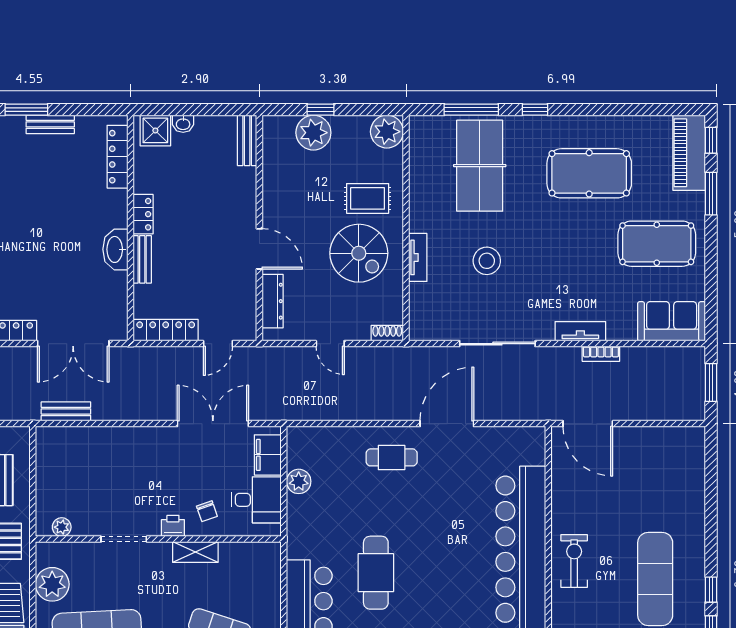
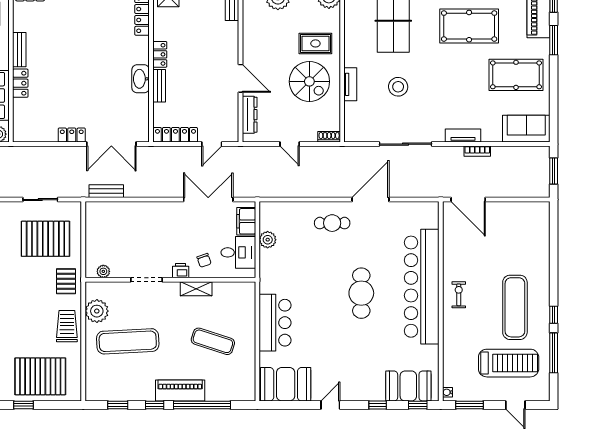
exercise bike: (574, 561) -> (459, 295), width x0.73, depth x0.72
cafe table: (376, 573) -> (361, 293), moved

